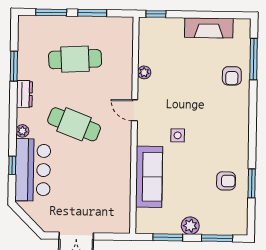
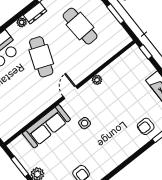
plant: (144, 72) -> (97, 80), moved
door: (135, 110) -> (70, 92), moved
plant: (22, 131) -> (22, 22), moved

